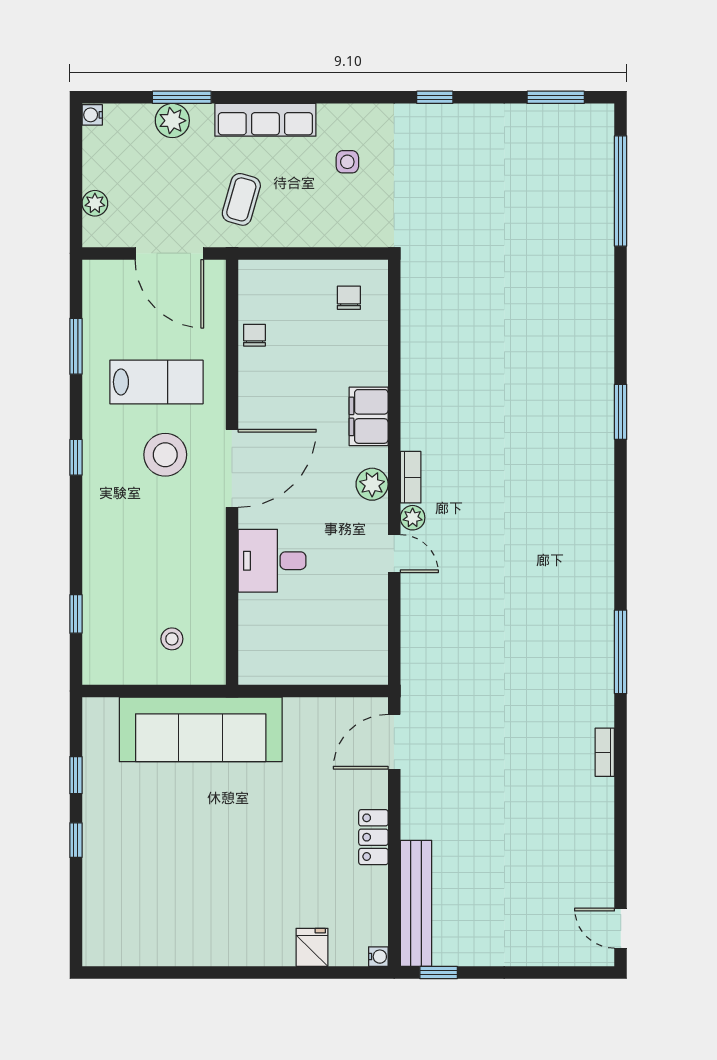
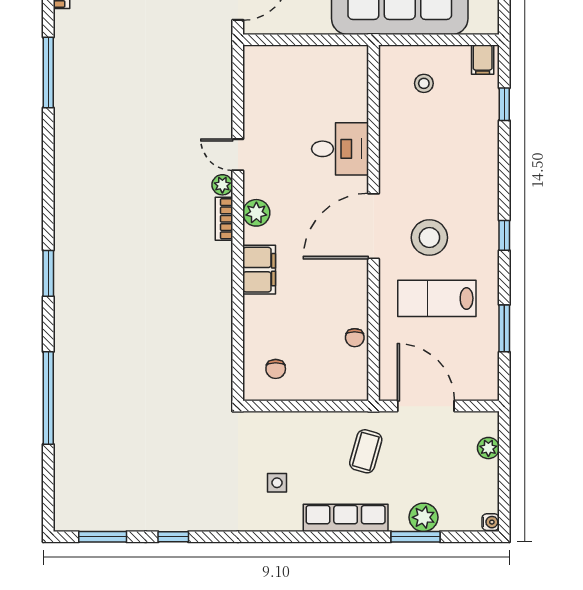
window: (435, 97) -> (173, 537), moved
window: (621, 191) -> (48, 398), moved
filing cabinet: (102, 667) -> (483, 60), added

